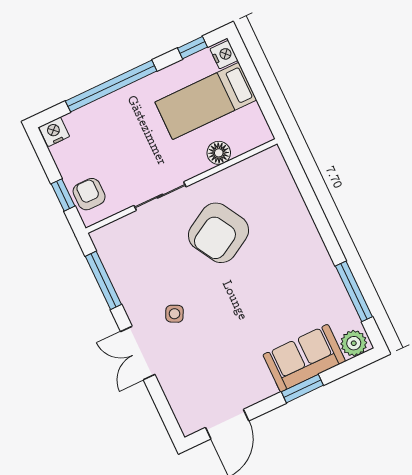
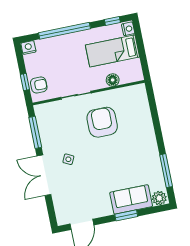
armchair: (89, 194) -> (39, 85), turned 90
armchair: (218, 233) -> (102, 122), turned 120
double door: (138, 353) -> (44, 175), width x1.37

